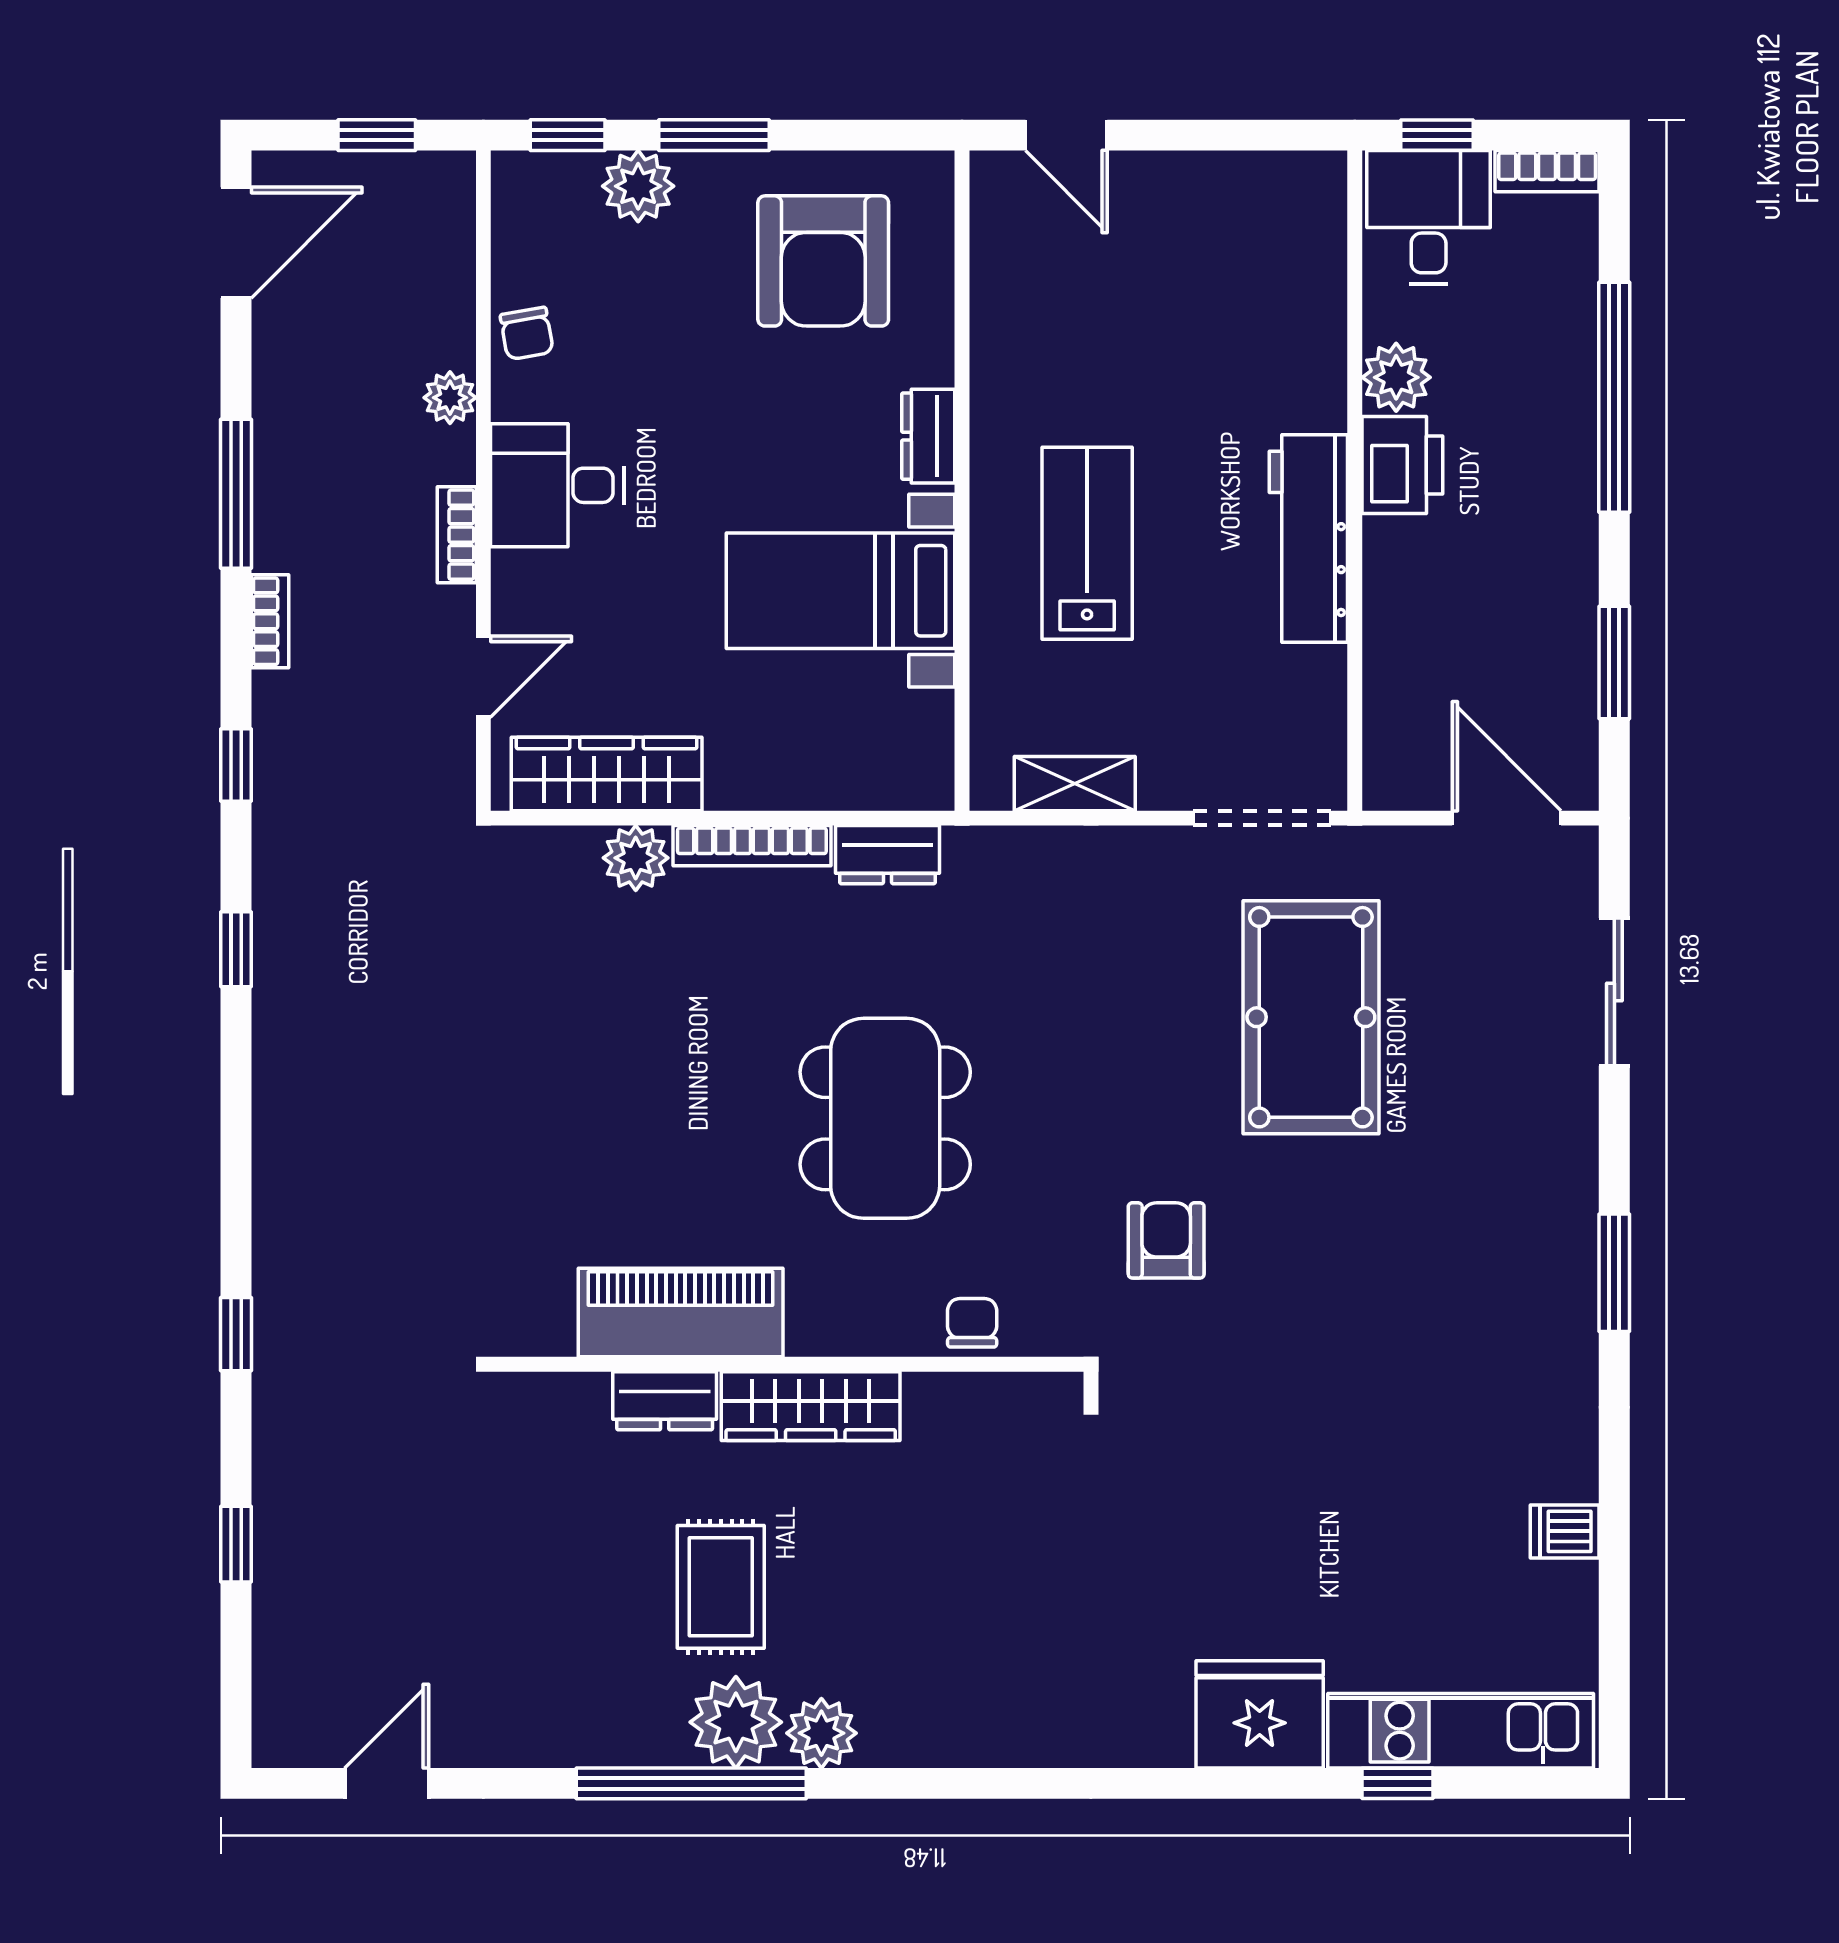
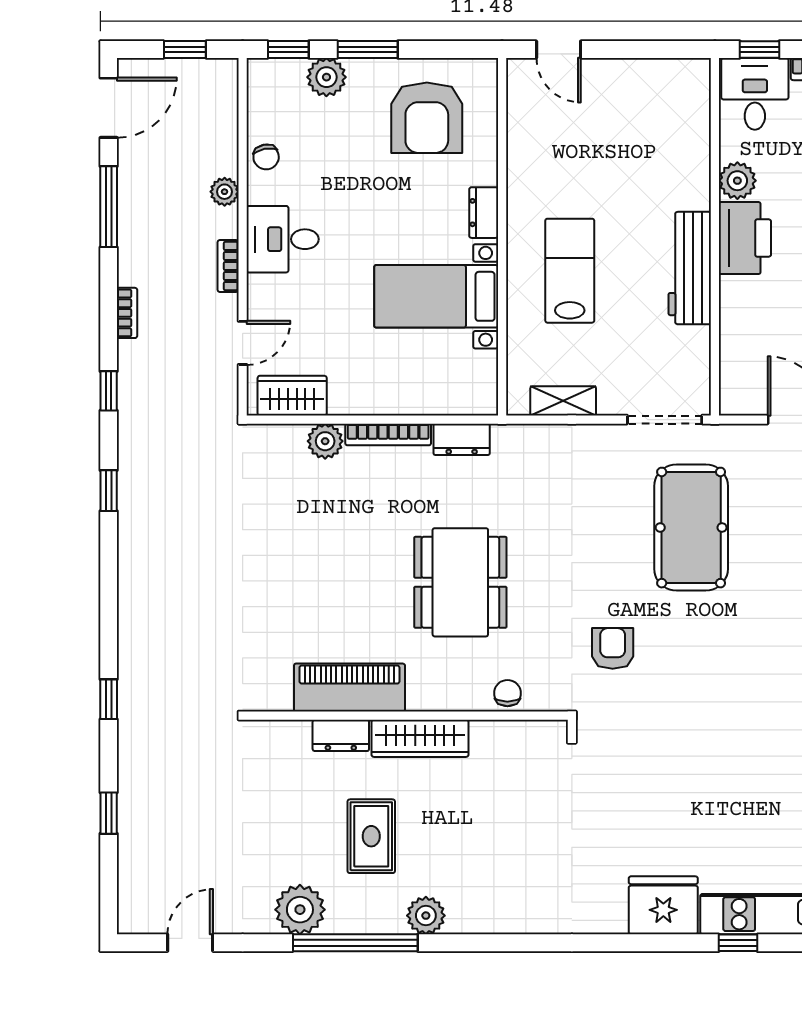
printer: (1402, 465) -> (745, 238), width x1.37, depth x1.19
window: (236, 494) -> (109, 207), moved
wardrobe: (607, 774) -> (292, 396), width x0.67
plant: (736, 1722) -> (300, 910), moved

